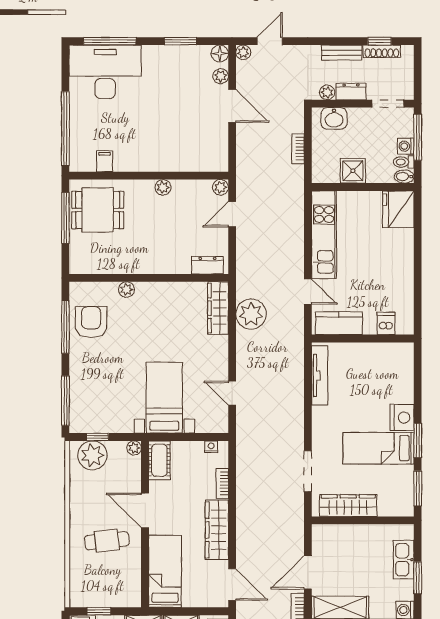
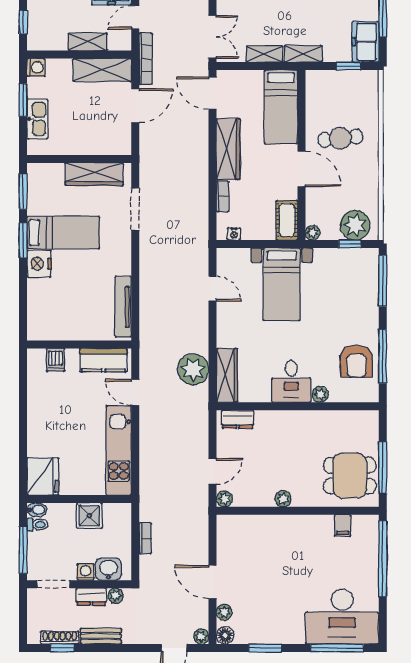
washing machine: (406, 146) -> (86, 572), moved, turned -90
desk: (155, 302) -> (291, 381), added

